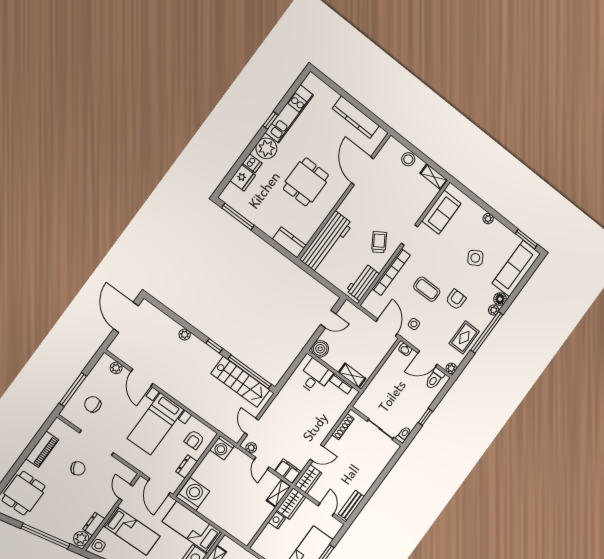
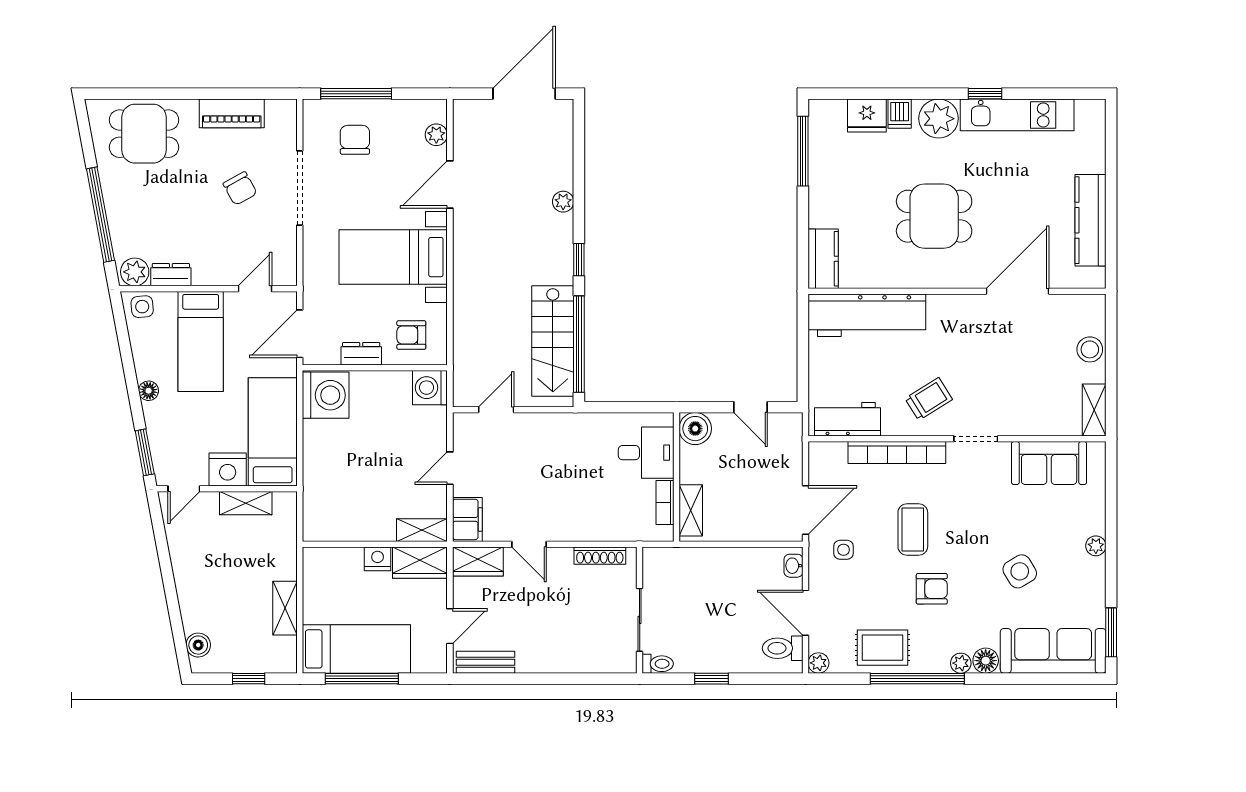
plant: (251, 448) -> (463, 434), removed

